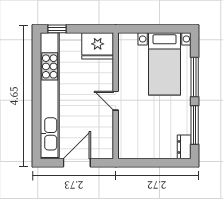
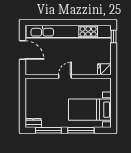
fridge: (98, 46) -> (104, 69), width x0.53, depth x0.75

